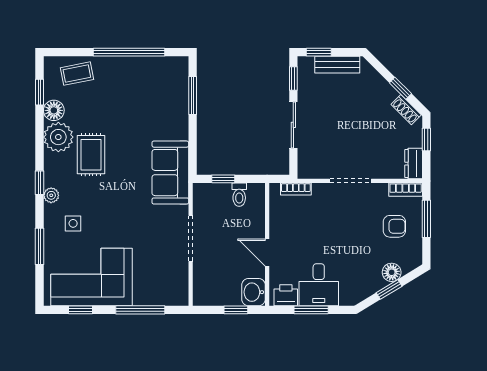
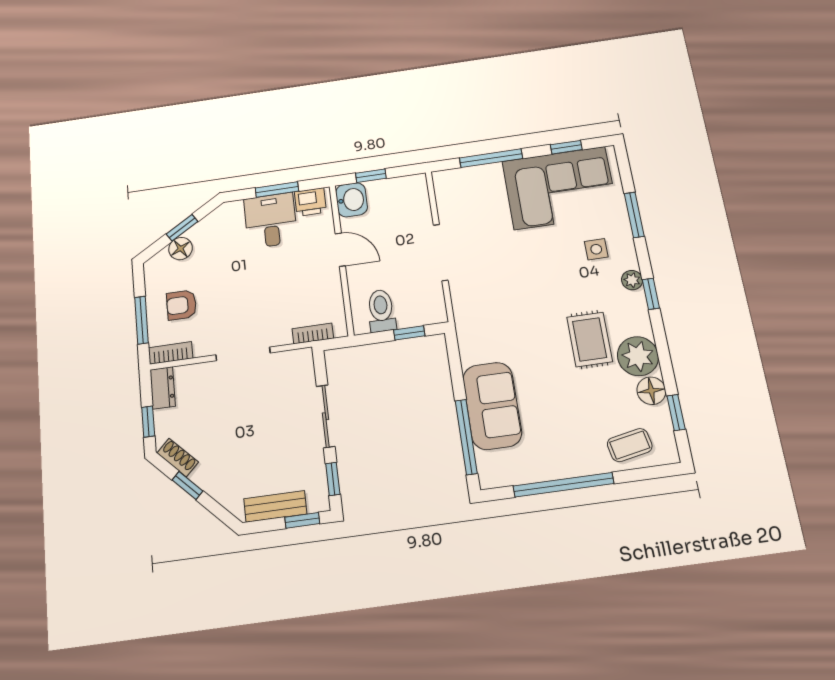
window: (193, 95) -> (466, 437), width x1.44
sofa: (170, 173) -> (492, 406), moved
toilet: (239, 195) -> (381, 311), width x1.37, depth x1.39

